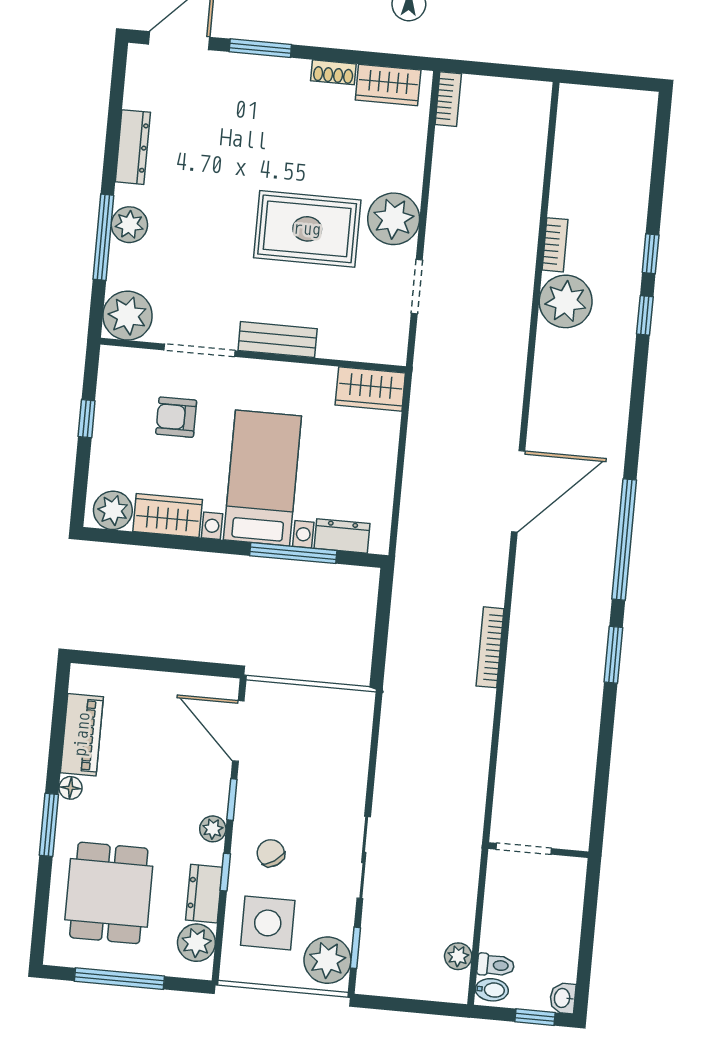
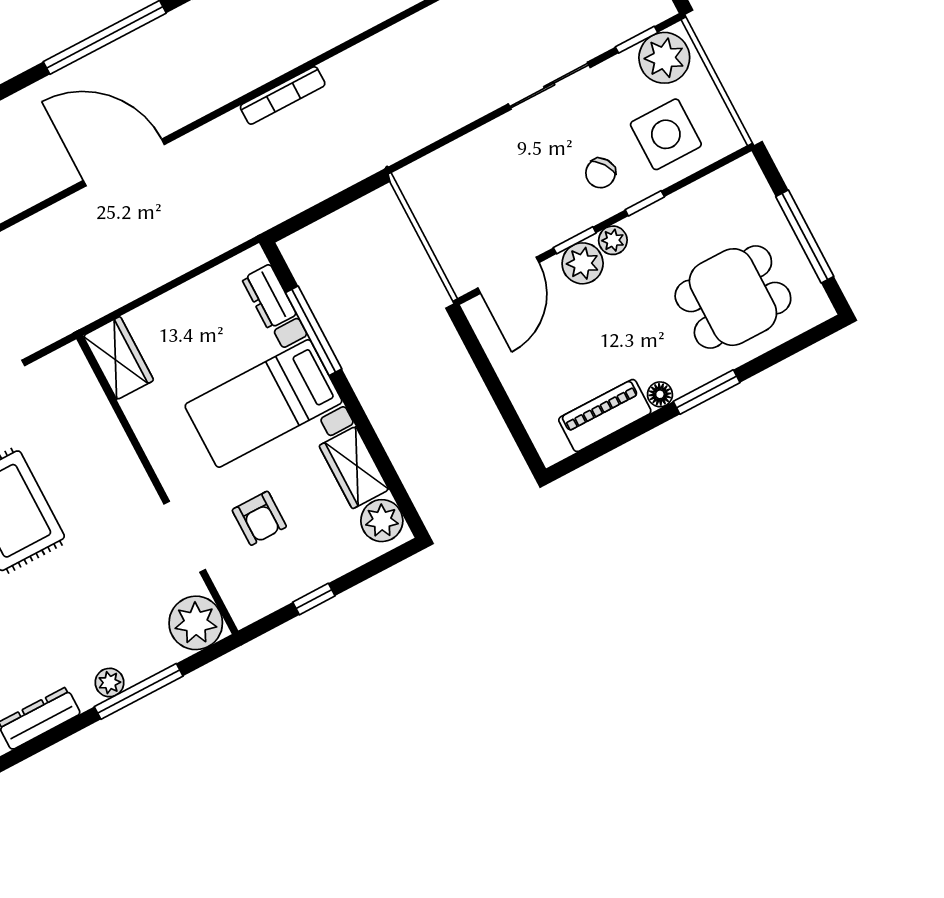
plant: (129, 225) -> (109, 683), width x0.73, depth x0.73
bench: (278, 340) -> (128, 472), removed
dresser: (204, 894) -> (677, 210), removed
plant: (196, 943) -> (583, 263), moved

